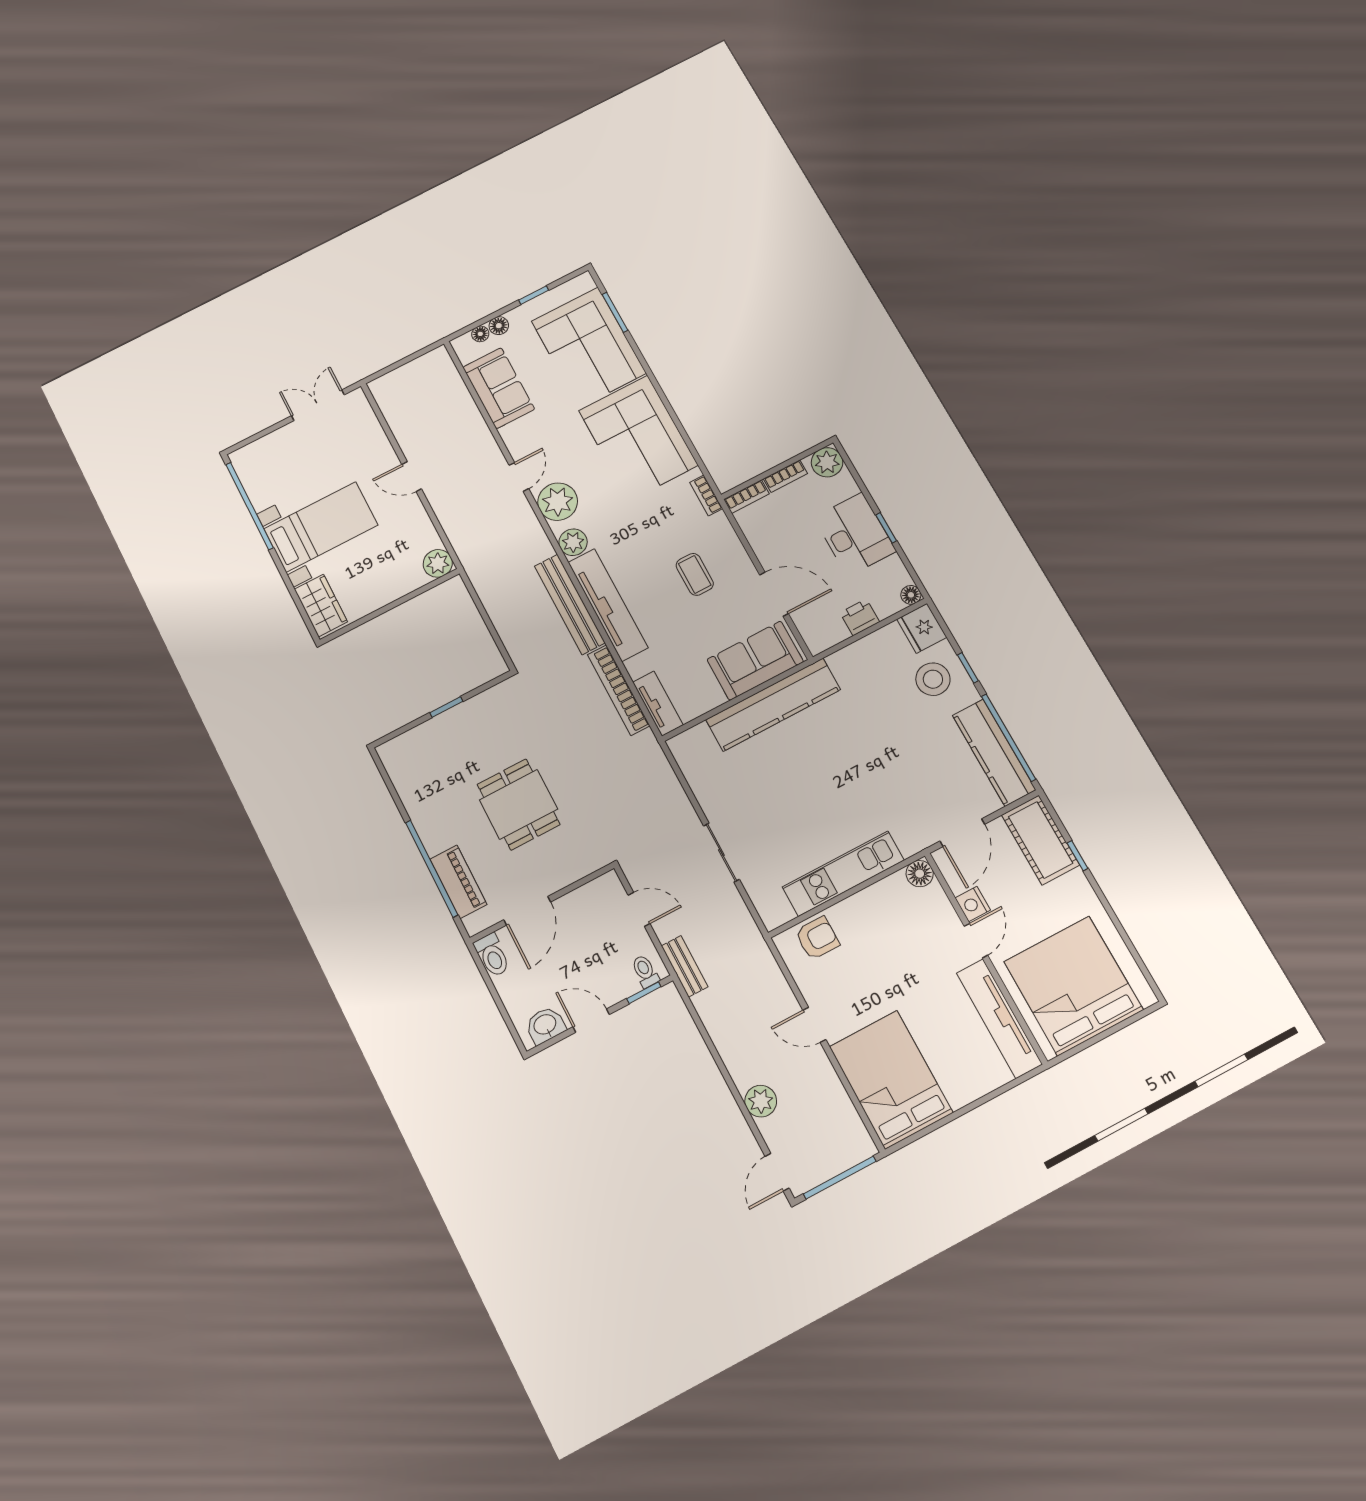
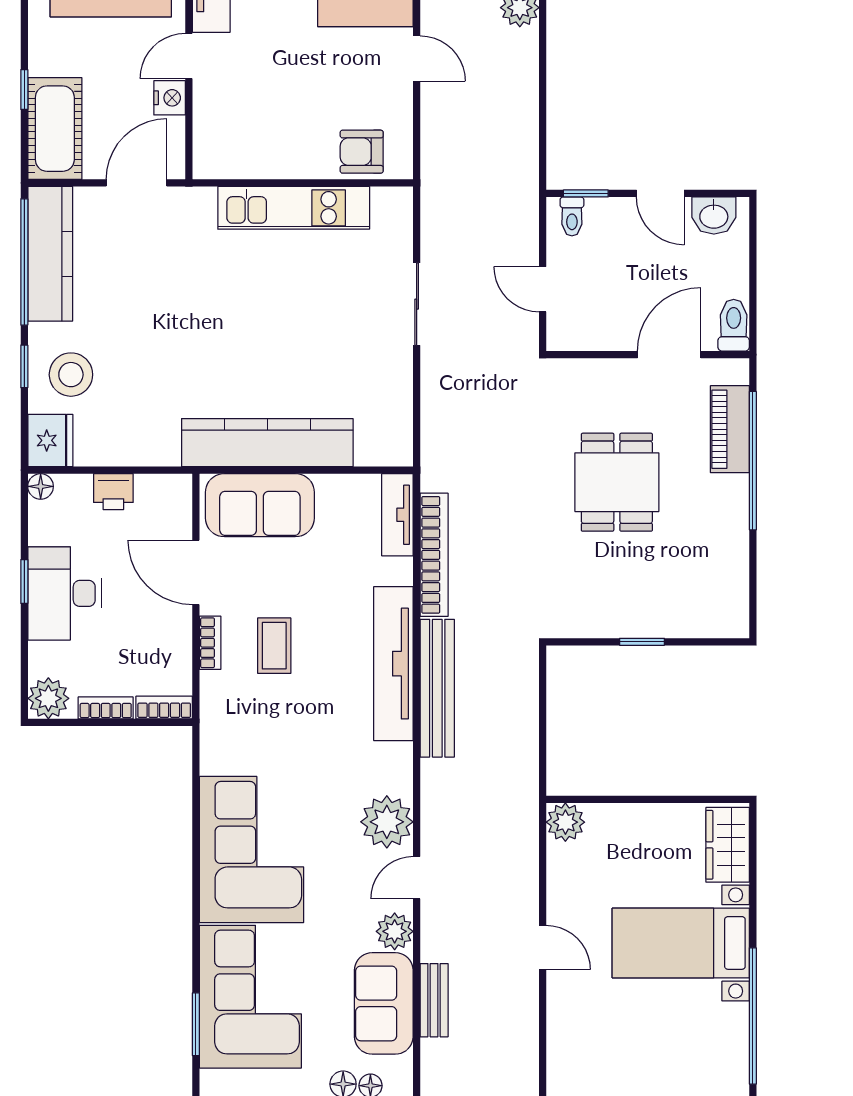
bookcase: (706, 495) -> (210, 643), moved
plant: (573, 542) -> (395, 931), moved
floor lamp: (920, 874) -> (209, 163), removed
bench: (685, 966) -> (434, 1000), moved

